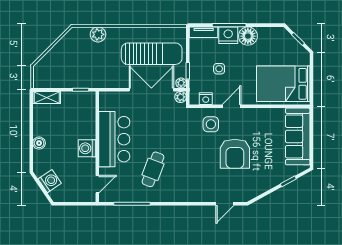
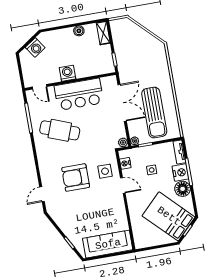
plant: (98, 34) -> (162, 66), removed
bed: (283, 84) -> (169, 216), moved, turned -45
double door: (151, 90) -> (122, 103), moved
boiler: (39, 143) -> (79, 31), moved
armchair: (235, 154) -> (76, 178), moved
cafe table: (153, 169) -> (60, 130), width x1.37, depth x1.35
door: (225, 204) -> (42, 194), hinge flipped

